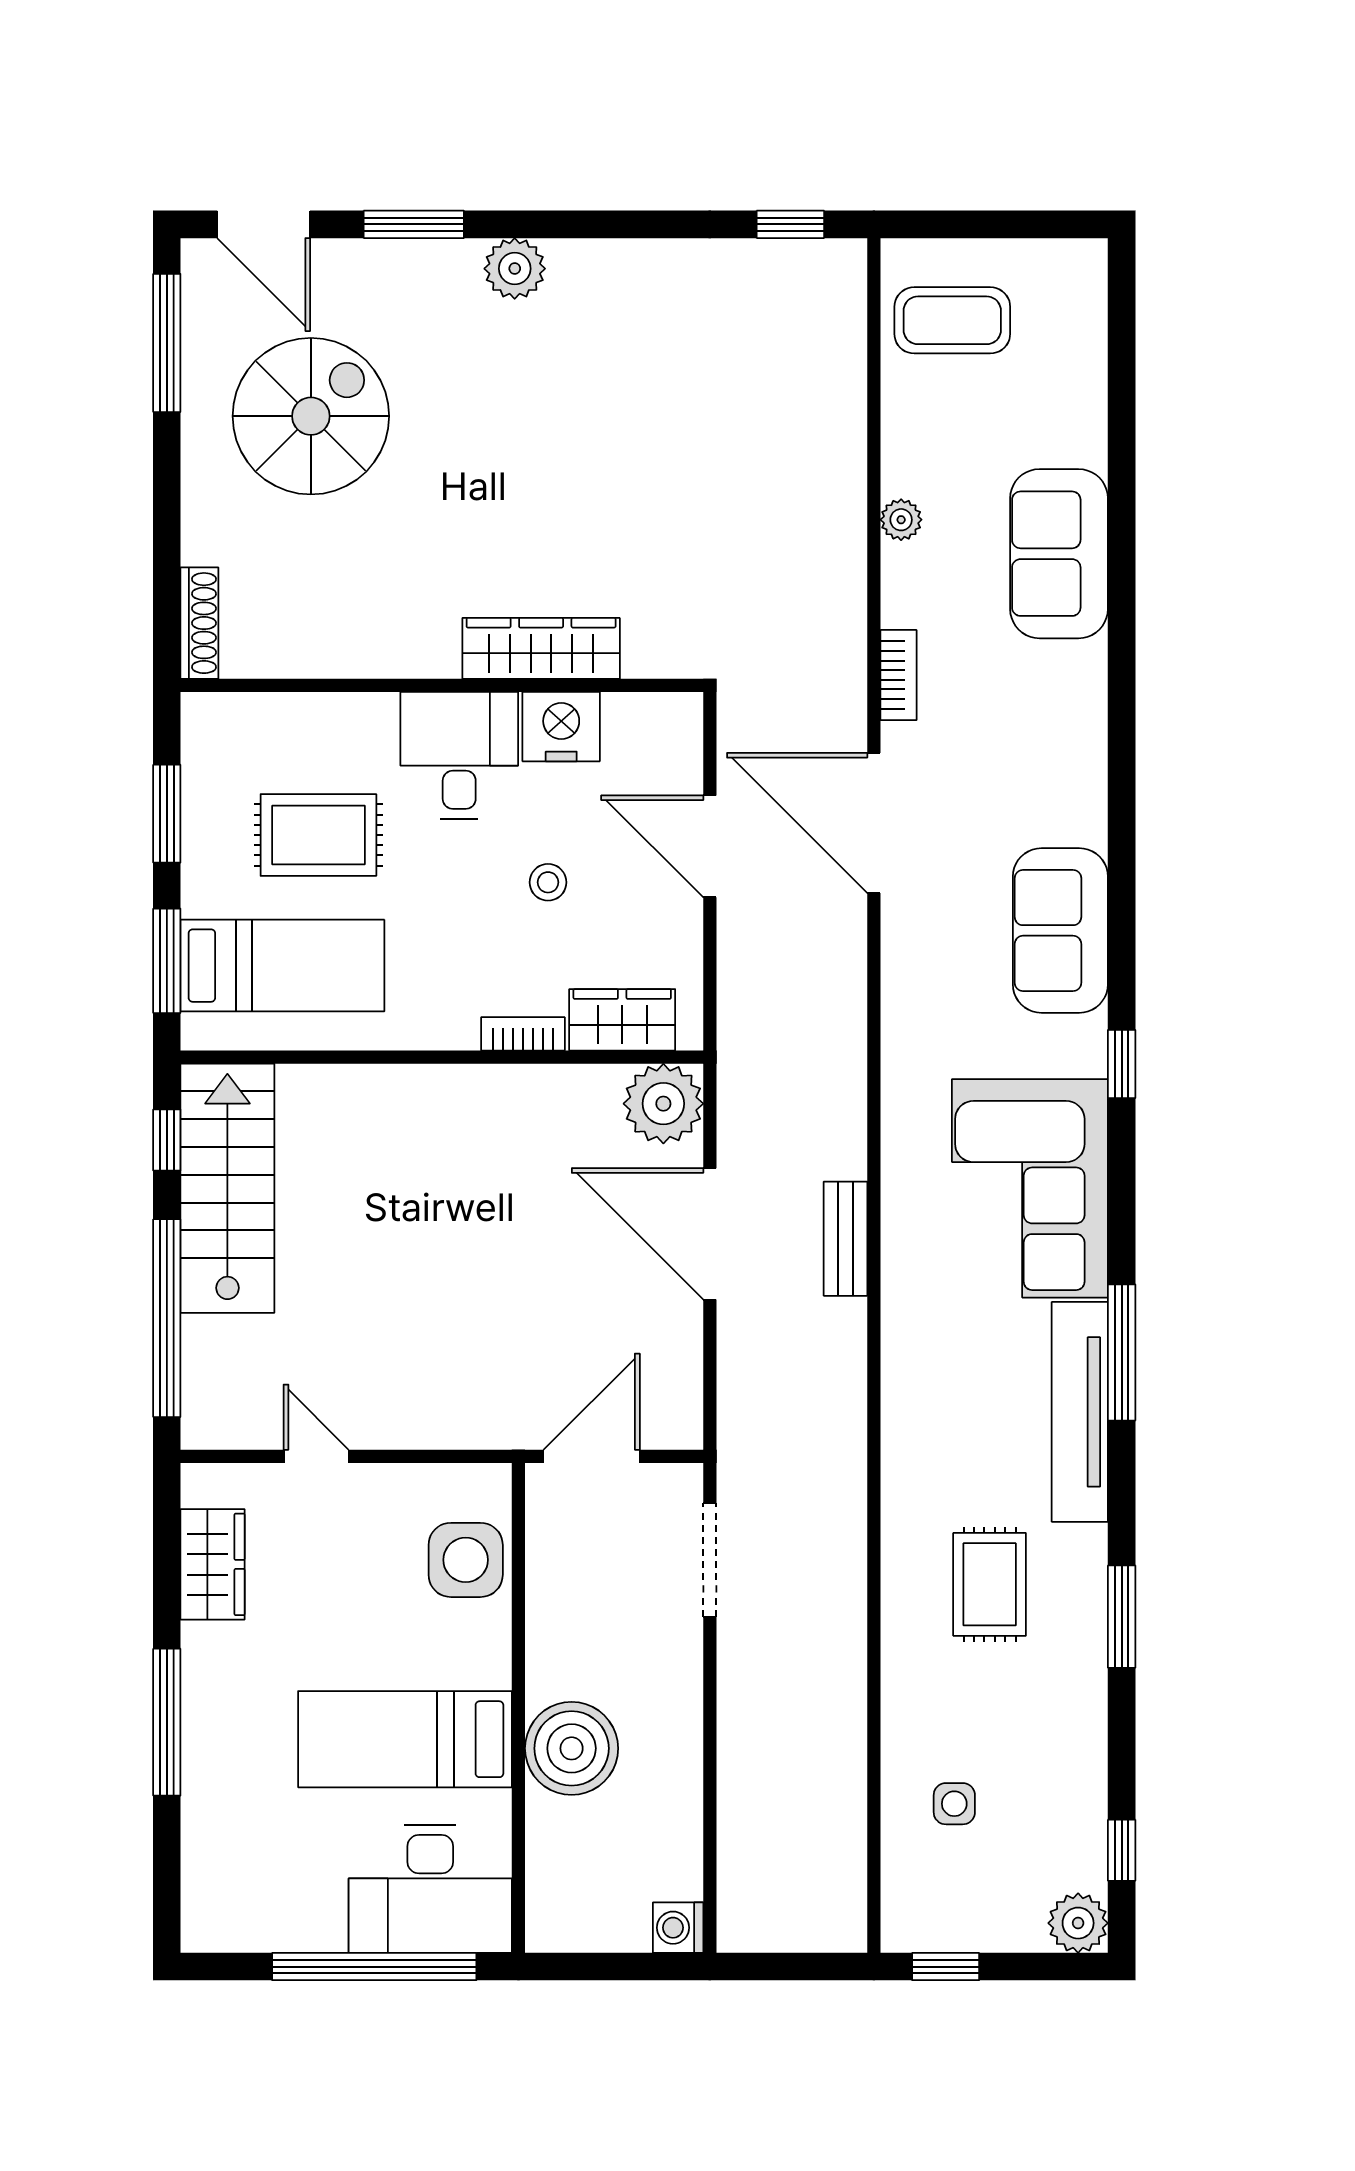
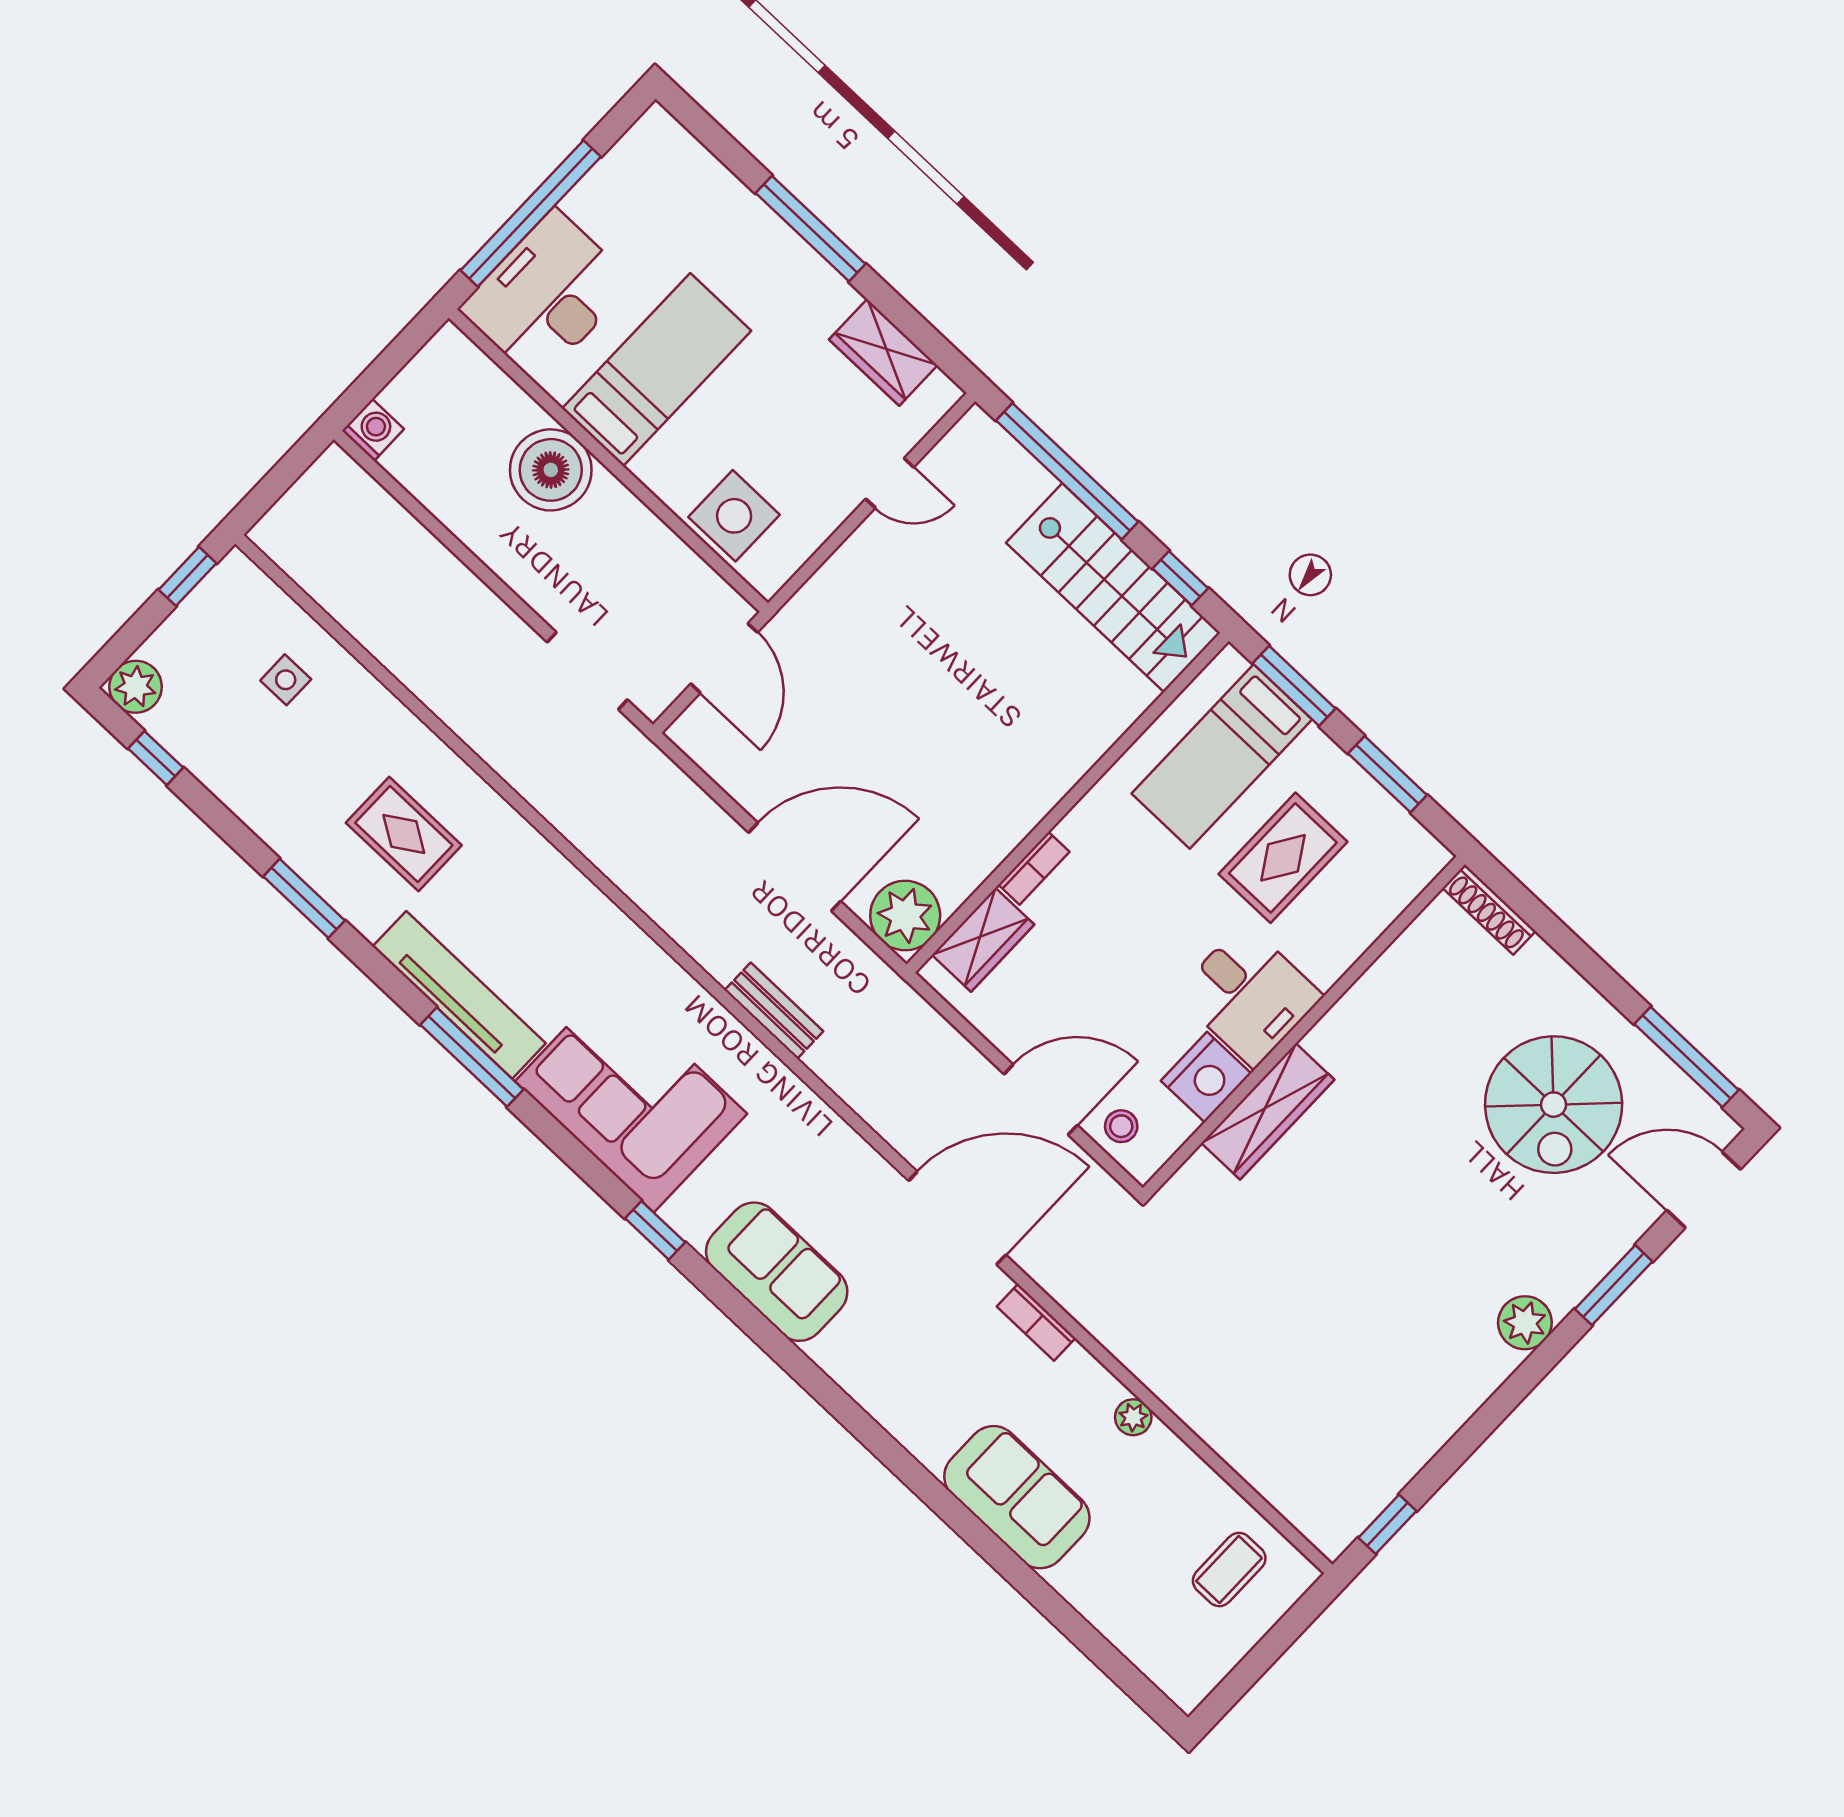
coffee table: (952, 320) -> (1229, 1570), width x0.73, depth x0.77
stool: (548, 882) -> (1121, 1126), moved
bench: (846, 1239) -> (774, 1011), moved

